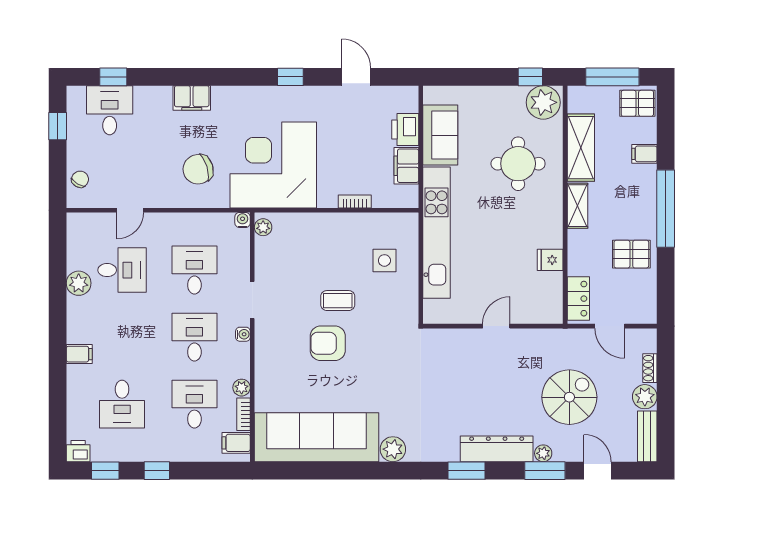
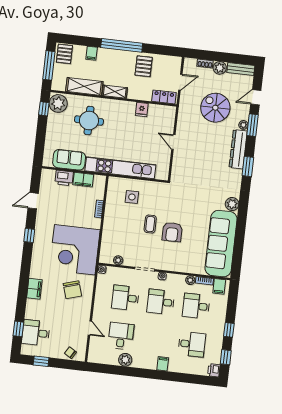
plant: (263, 227) -> (118, 260), moved

